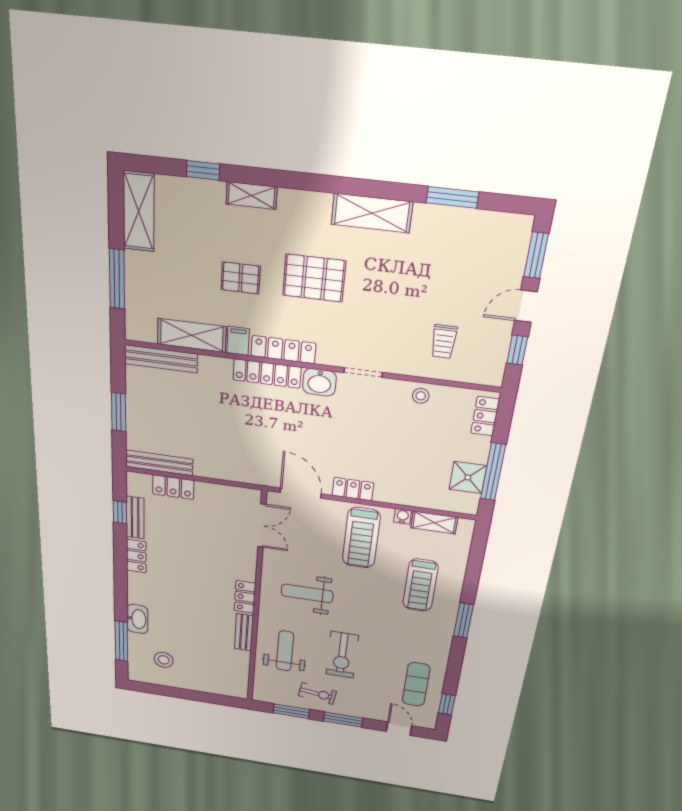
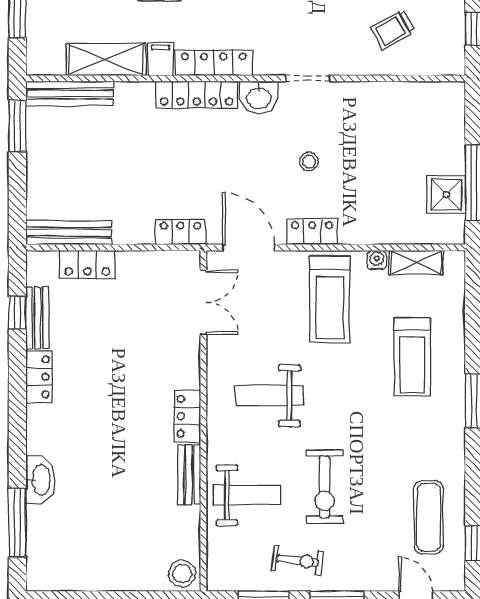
trolley: (444, 342) -> (393, 30), turned 60
stool: (421, 396) -> (309, 162), moved
window: (119, 412) -> (17, 126), moved
locker: (485, 416) -> (181, 232), moved, turned 90
weight bench: (285, 651) -> (247, 495), turned 90
stool: (164, 660) -> (182, 574), moved

